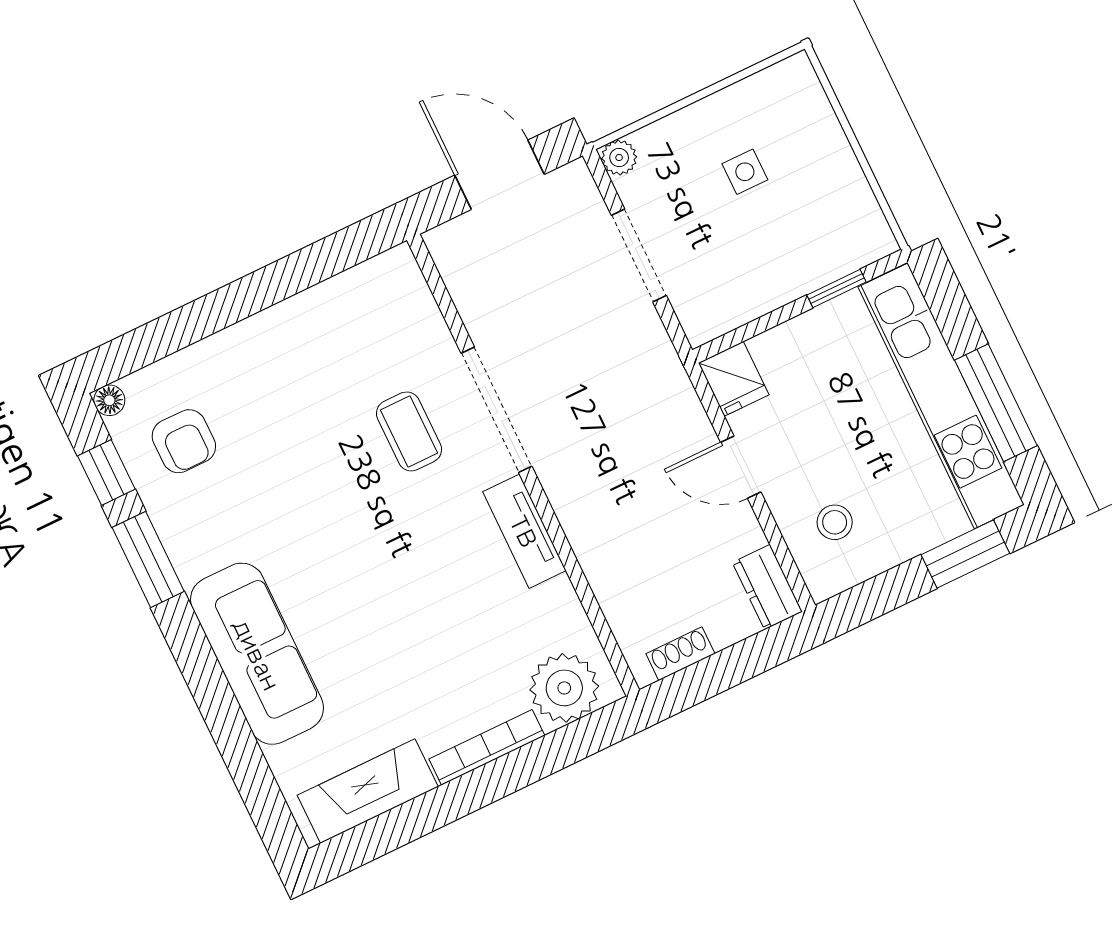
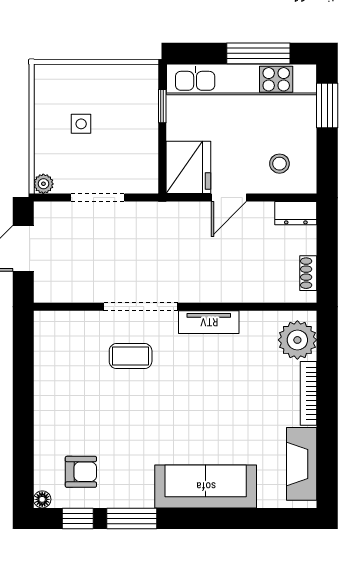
fridge: (734, 379) -> (188, 167), width x1.88, depth x1.34

